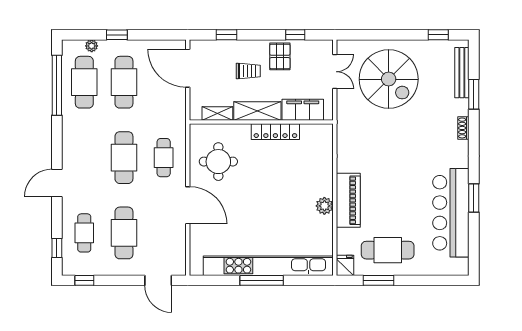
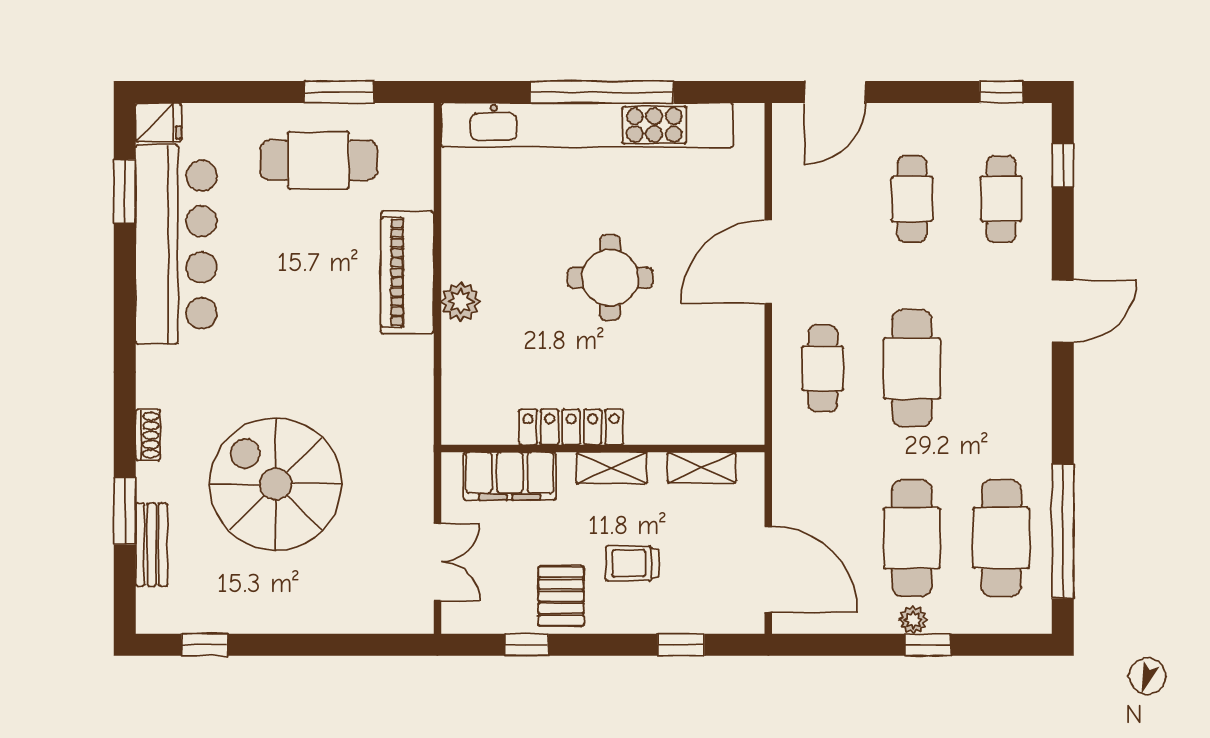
plant: (92, 46) -> (913, 620), moved
double door: (335, 72) -> (437, 562), swing flipped
bench: (462, 73) -> (152, 545), width x0.73
spiral stairs: (389, 79) -> (276, 484), moved
shelving: (257, 111) -> (612, 468), width x0.67, depth x0.75
round table: (218, 162) -> (610, 278), moved
window: (474, 198) -> (125, 191), moved
door: (188, 205) -> (768, 261), hinge flipped
plant: (324, 206) -> (461, 302), moved
cafe table: (124, 233) -> (912, 199), width x0.73, depth x0.74
fridge: (345, 265) -> (159, 122), moved, turned -90
door: (158, 280) -> (835, 92), swing flipped
window: (262, 280) -> (602, 92), width x1.46

